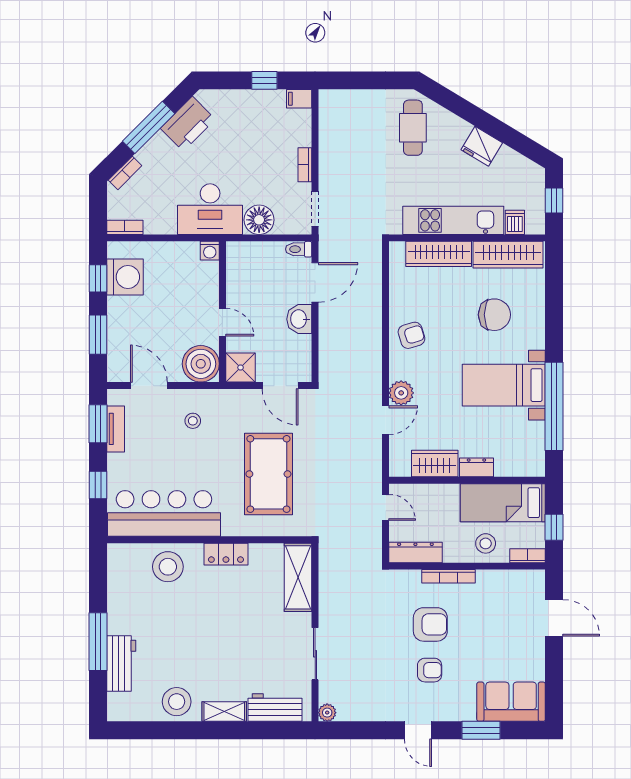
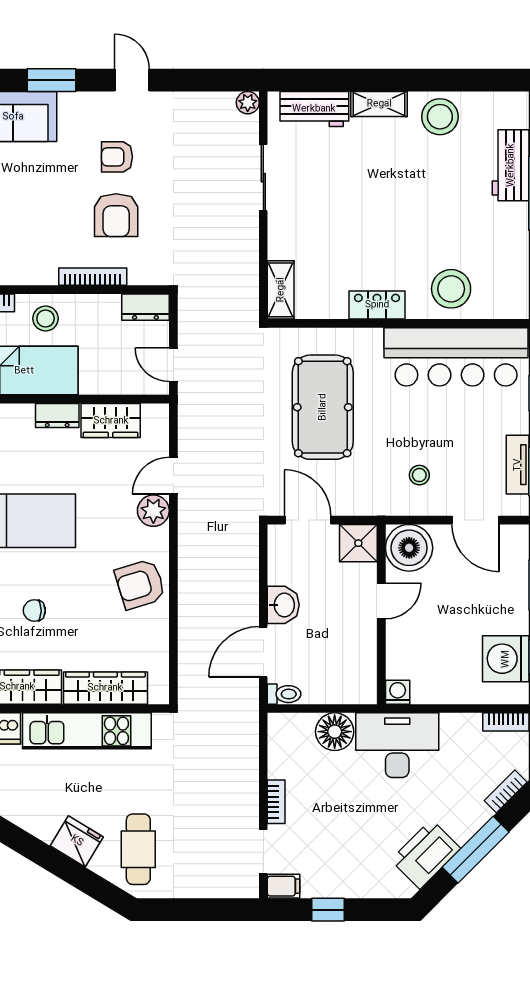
fridge: (482, 146) -> (77, 841), moved
doorway: (315, 209) -> (263, 852), moved
chair: (494, 315) -> (34, 611), width x0.54, depth x0.54
door: (222, 322) -> (381, 601), swing flipped
armchair: (411, 335) -> (140, 584), width x1.38, depth x1.38
dresser: (415, 552) -> (145, 307), width x0.70
shelving: (298, 577) -> (281, 290), width x0.67, depth x0.75
armchair: (430, 624) -> (116, 215), turned -90

